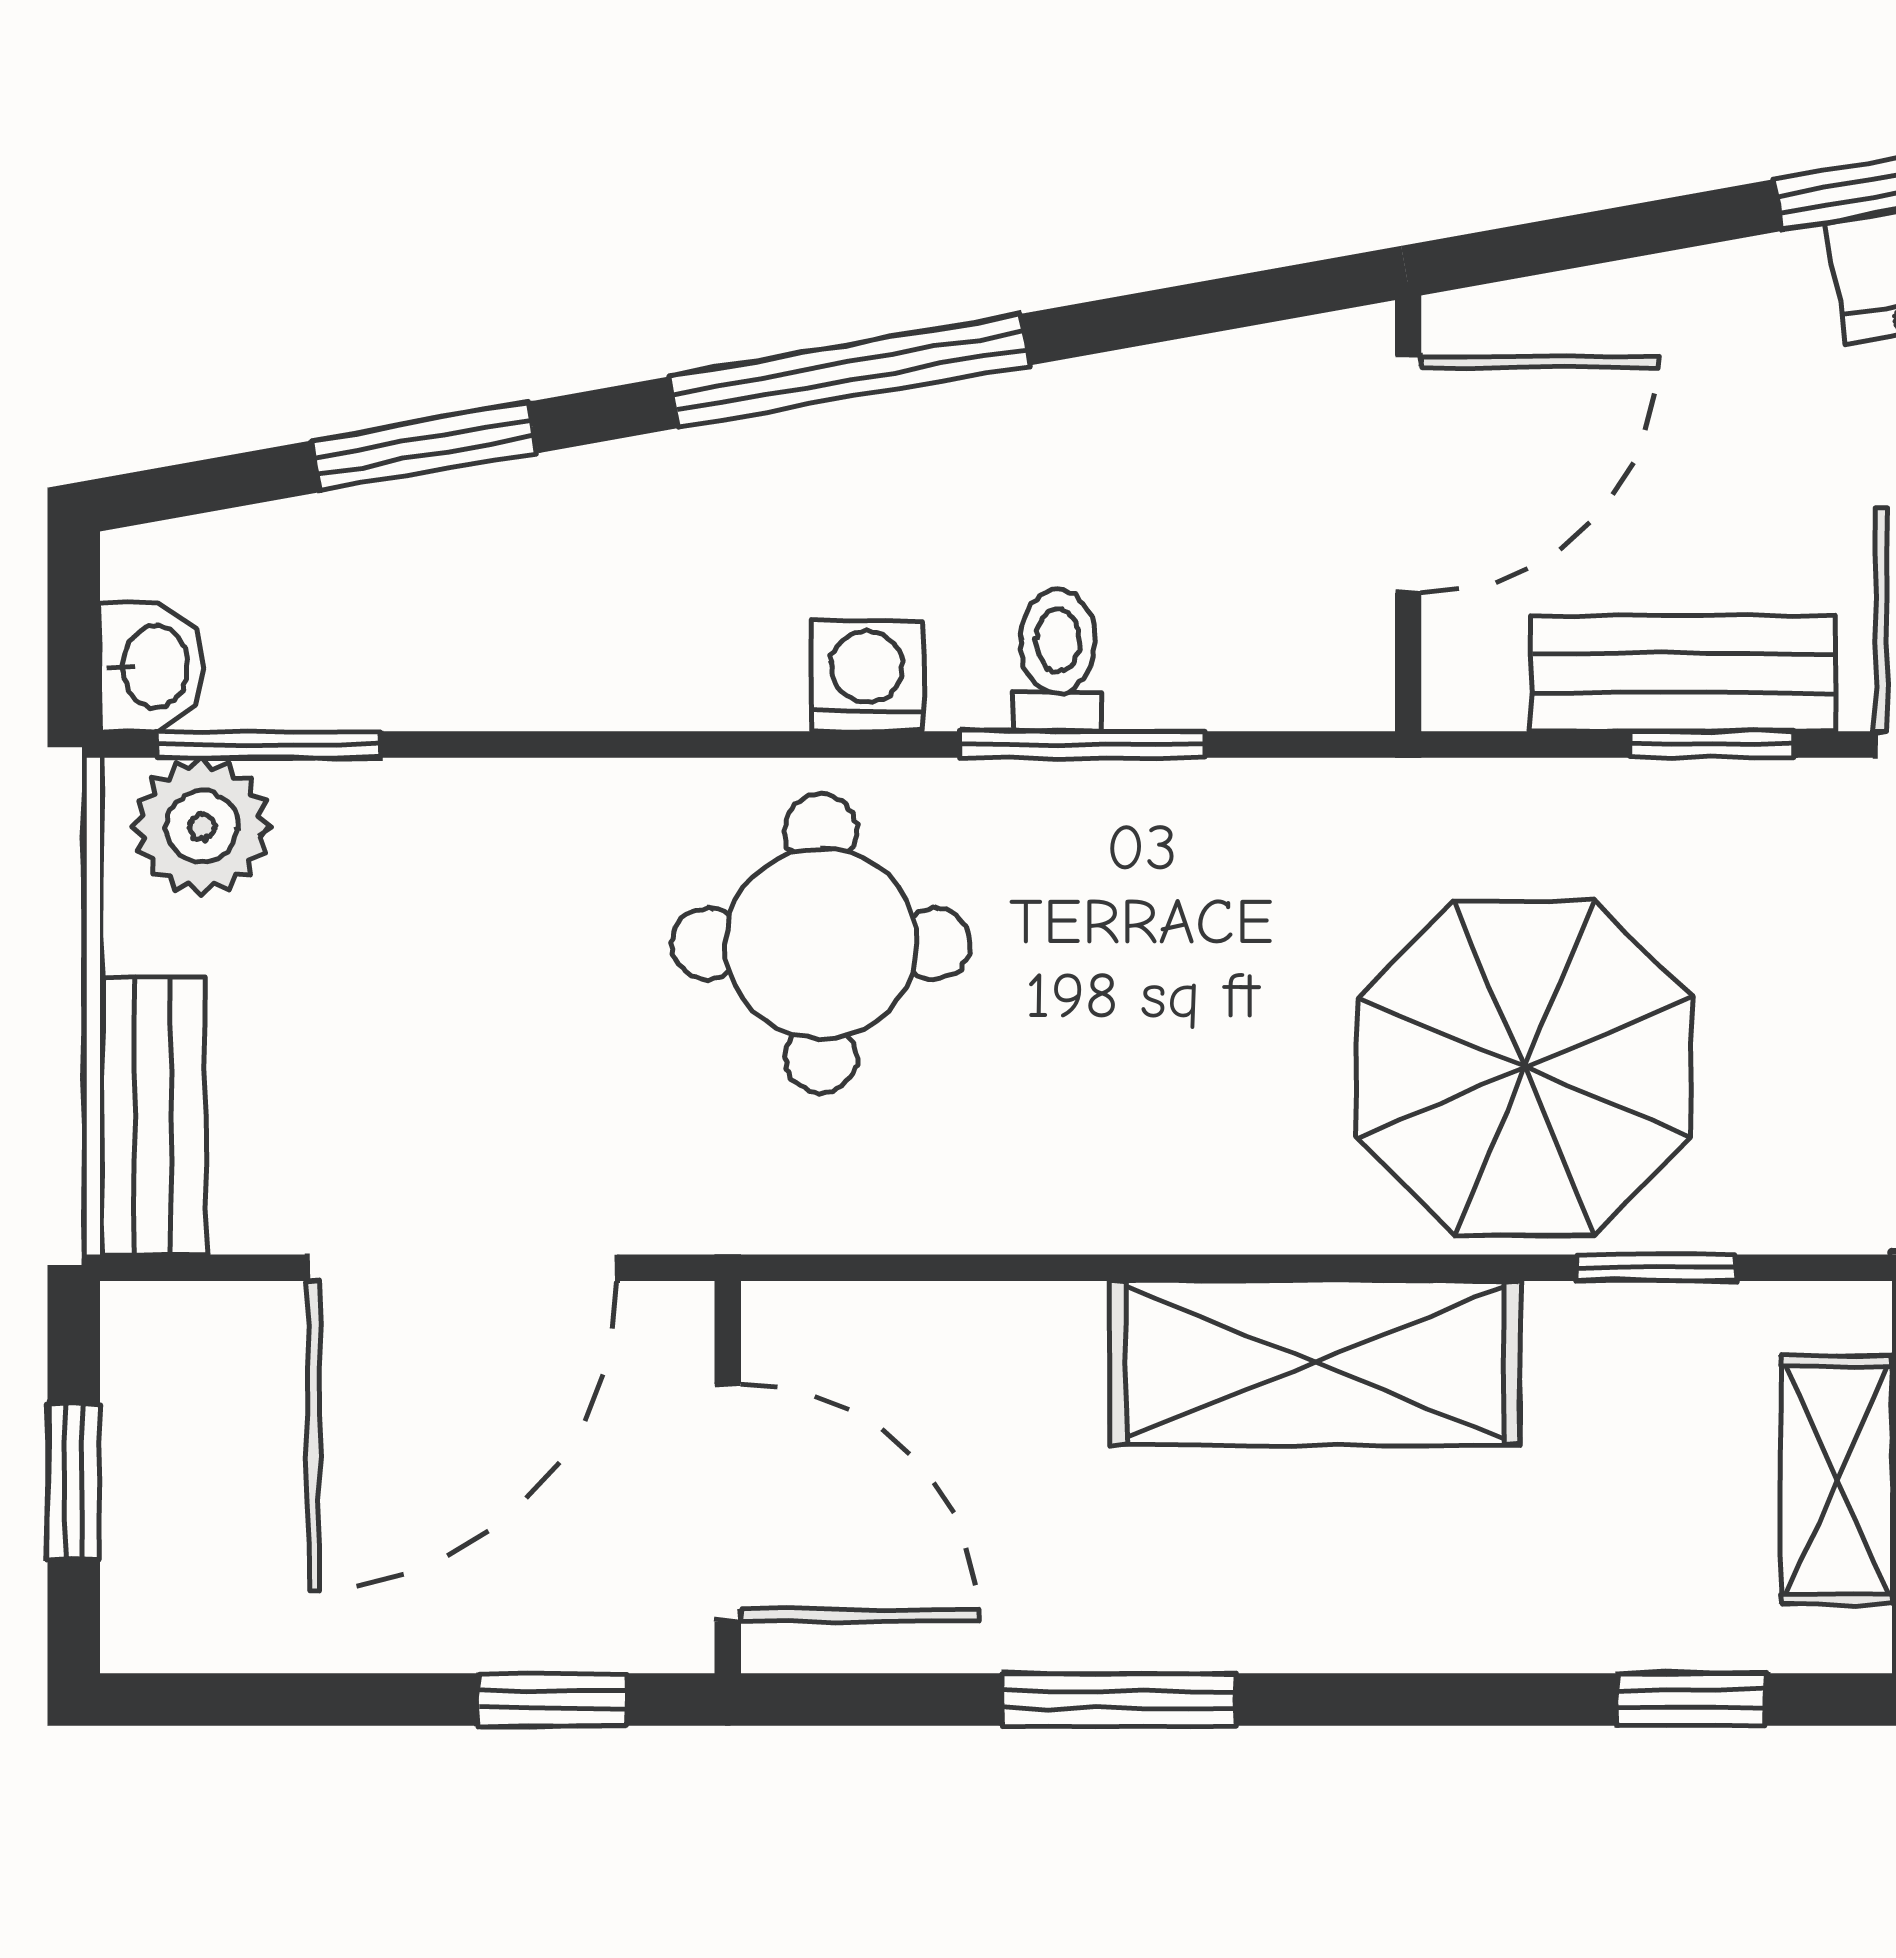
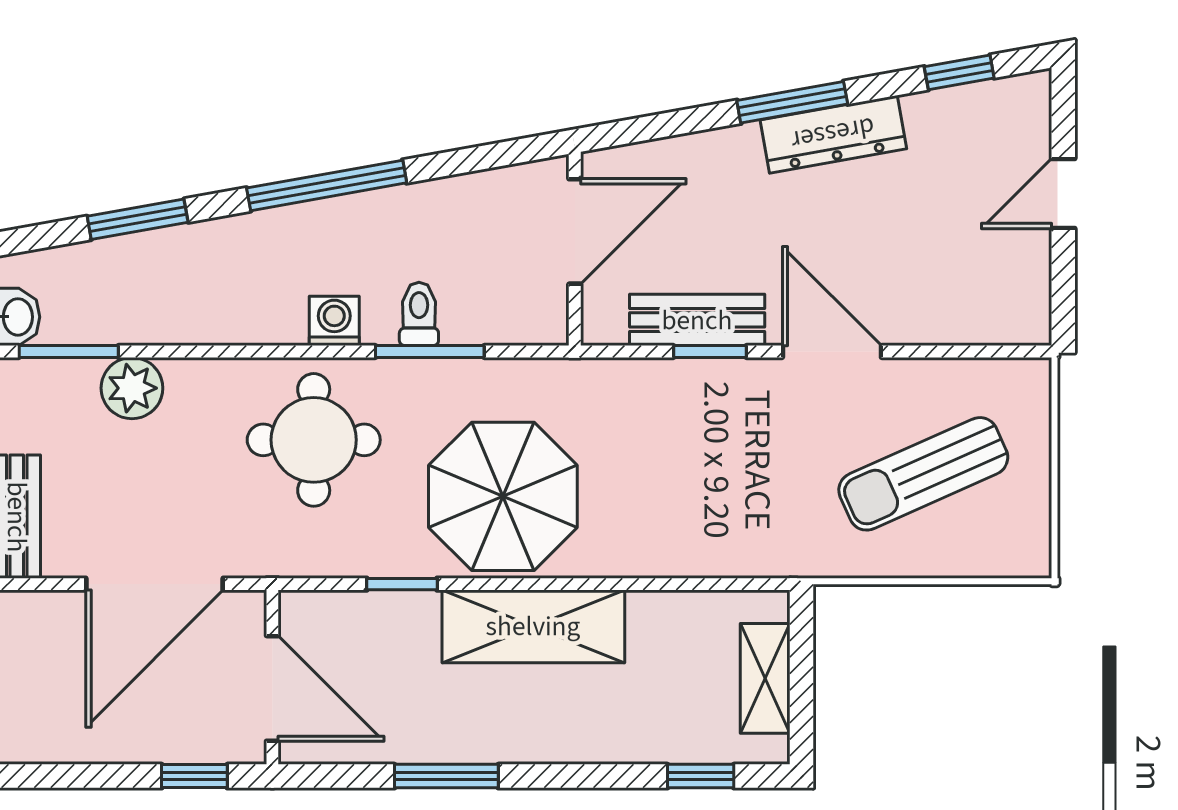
plant: (202, 827) -> (132, 388), moved
parasol: (1524, 1068) -> (503, 496), moved
window: (1656, 1268) -> (402, 584), moved

